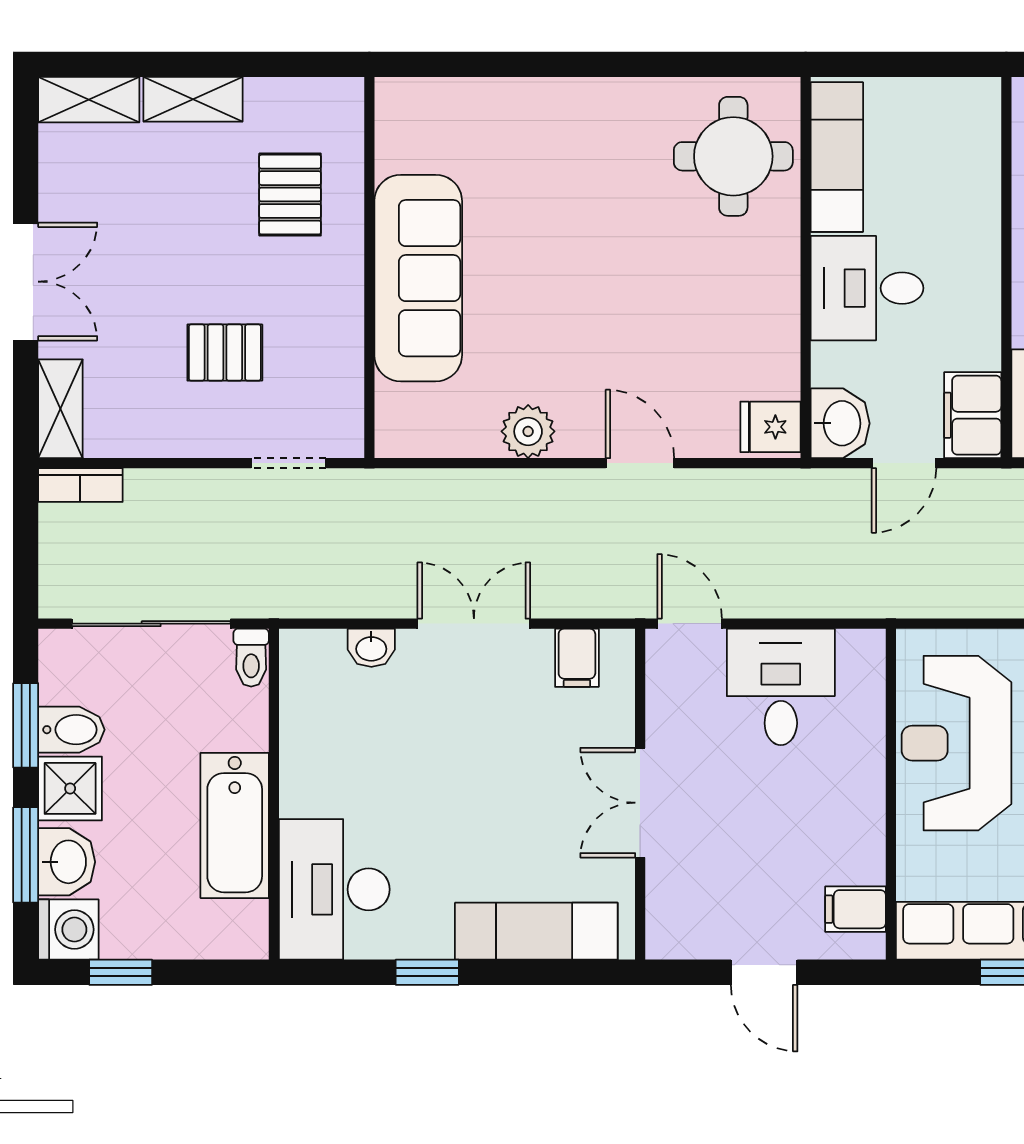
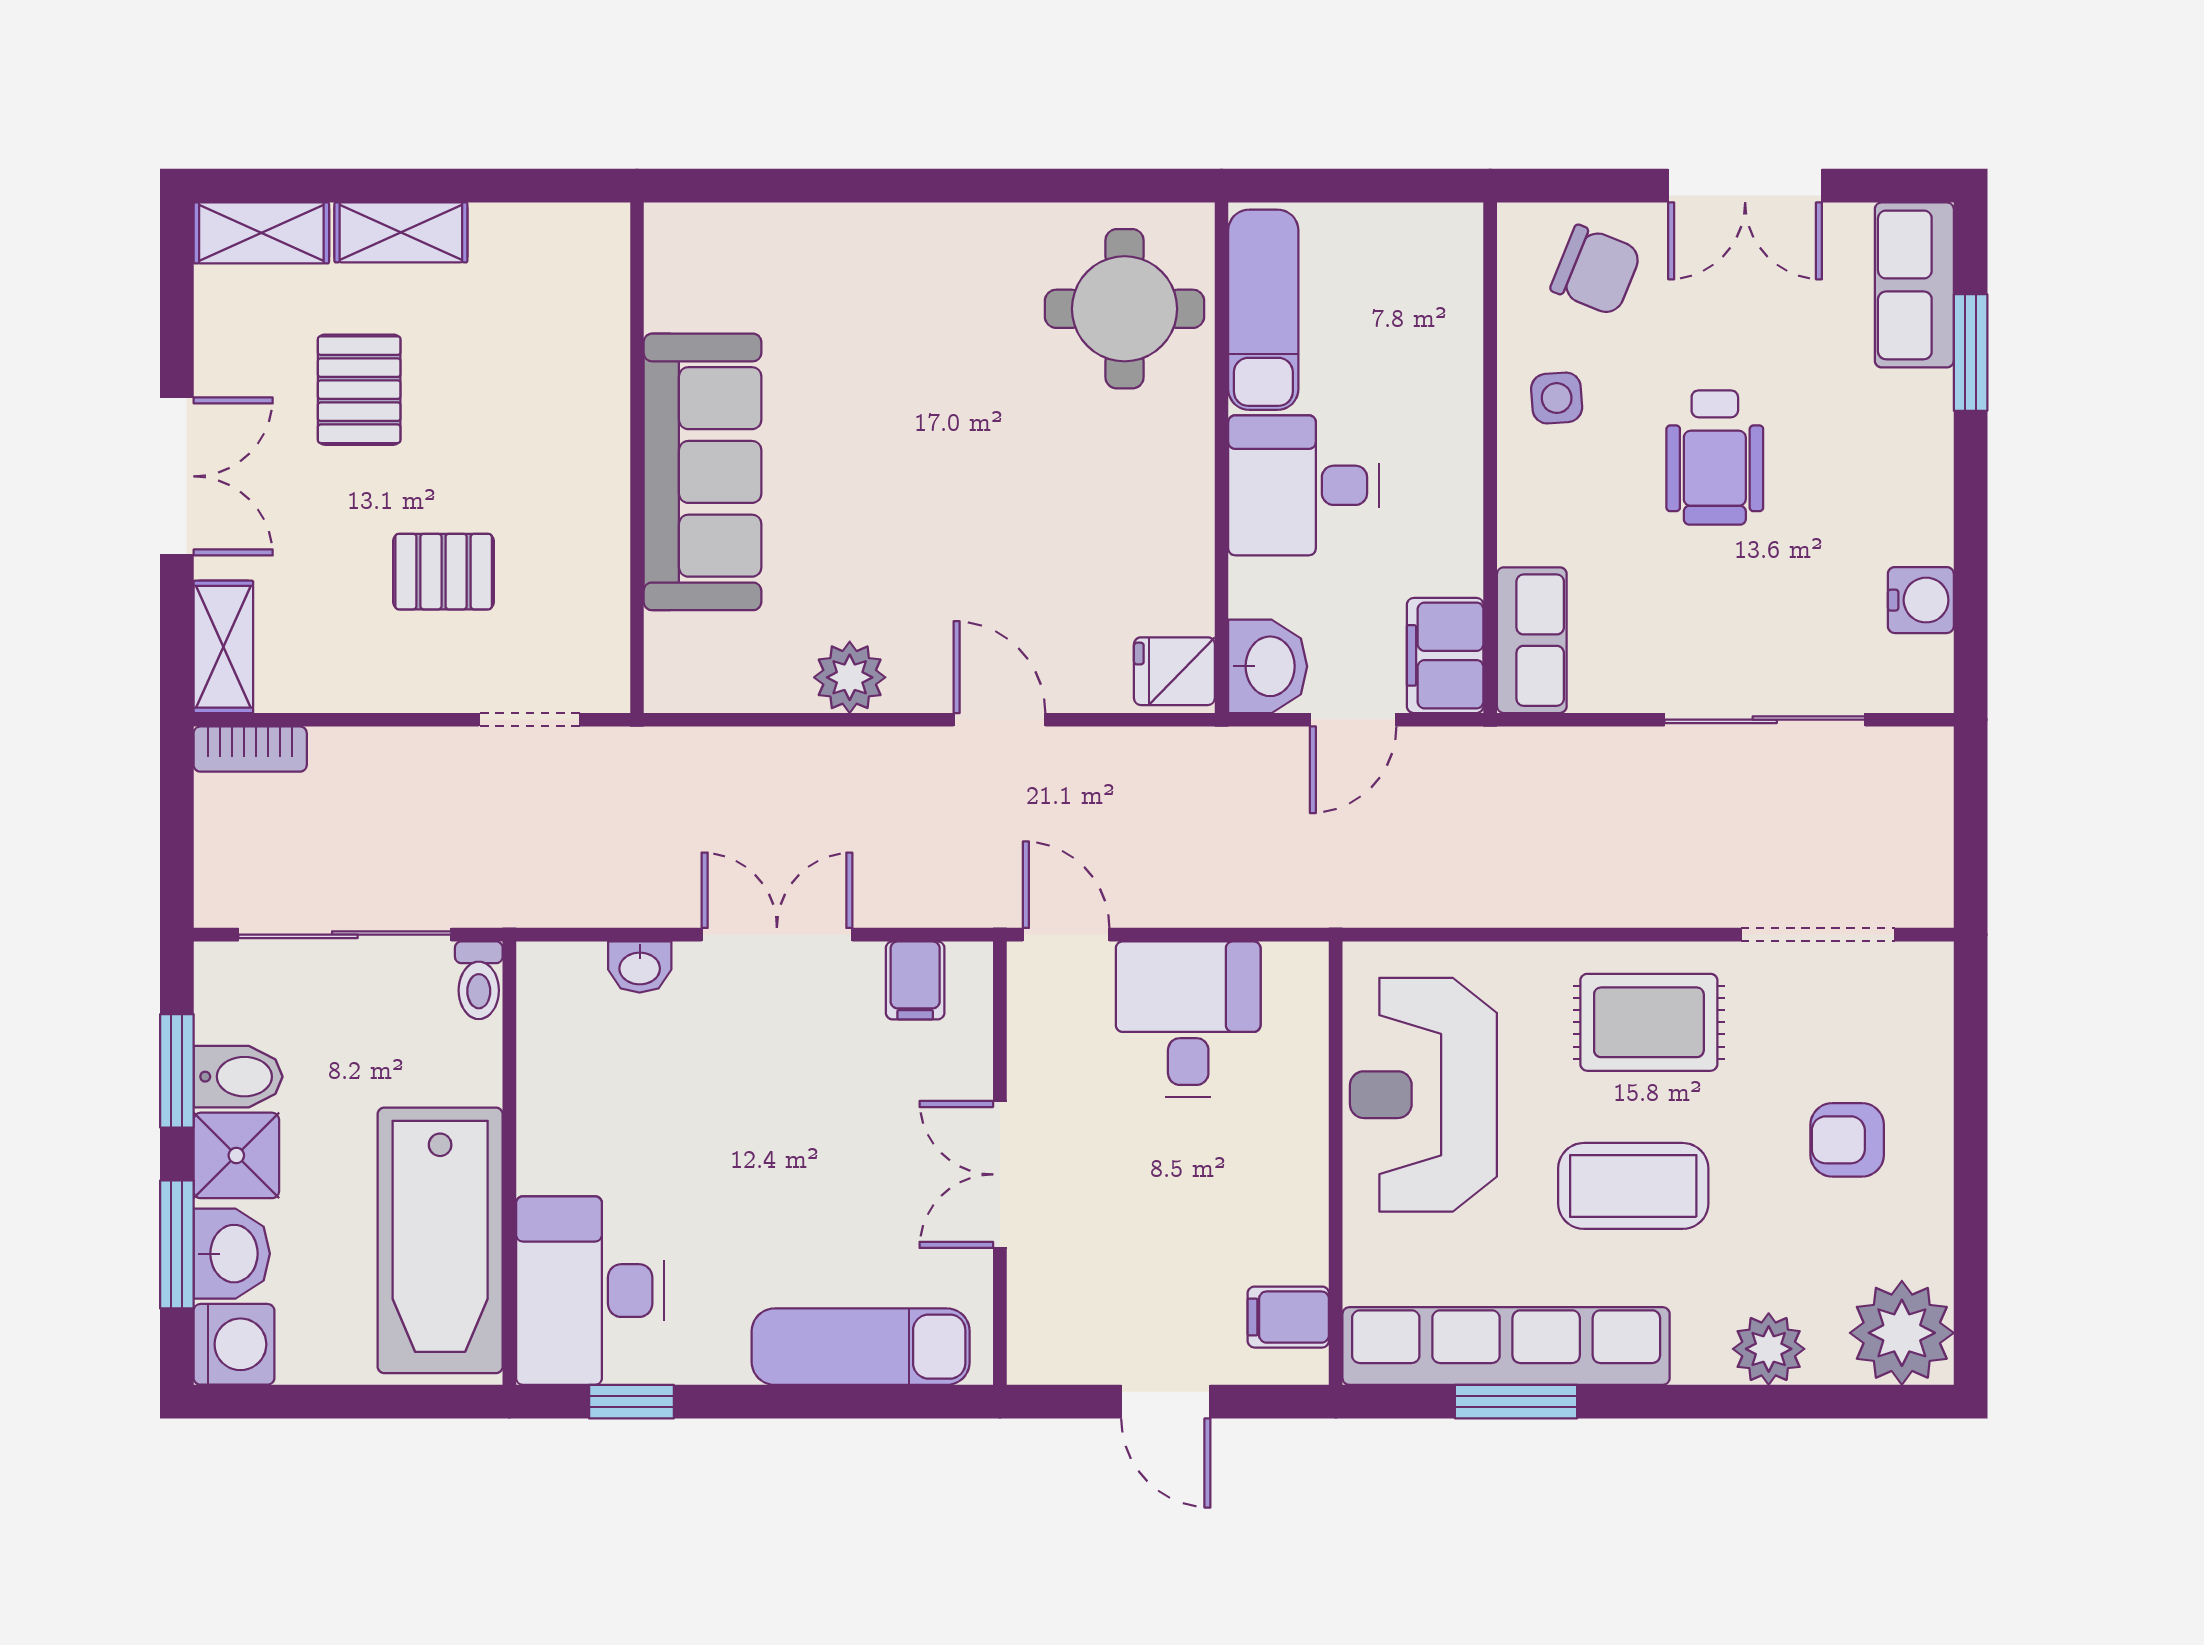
pallet: (290, 195) -> (359, 390), moved
bathtub: (235, 825) -> (440, 1240), width x1.36, depth x1.36
window: (121, 972) -> (304, 1402), removed
window: (427, 972) -> (631, 1402), moved

